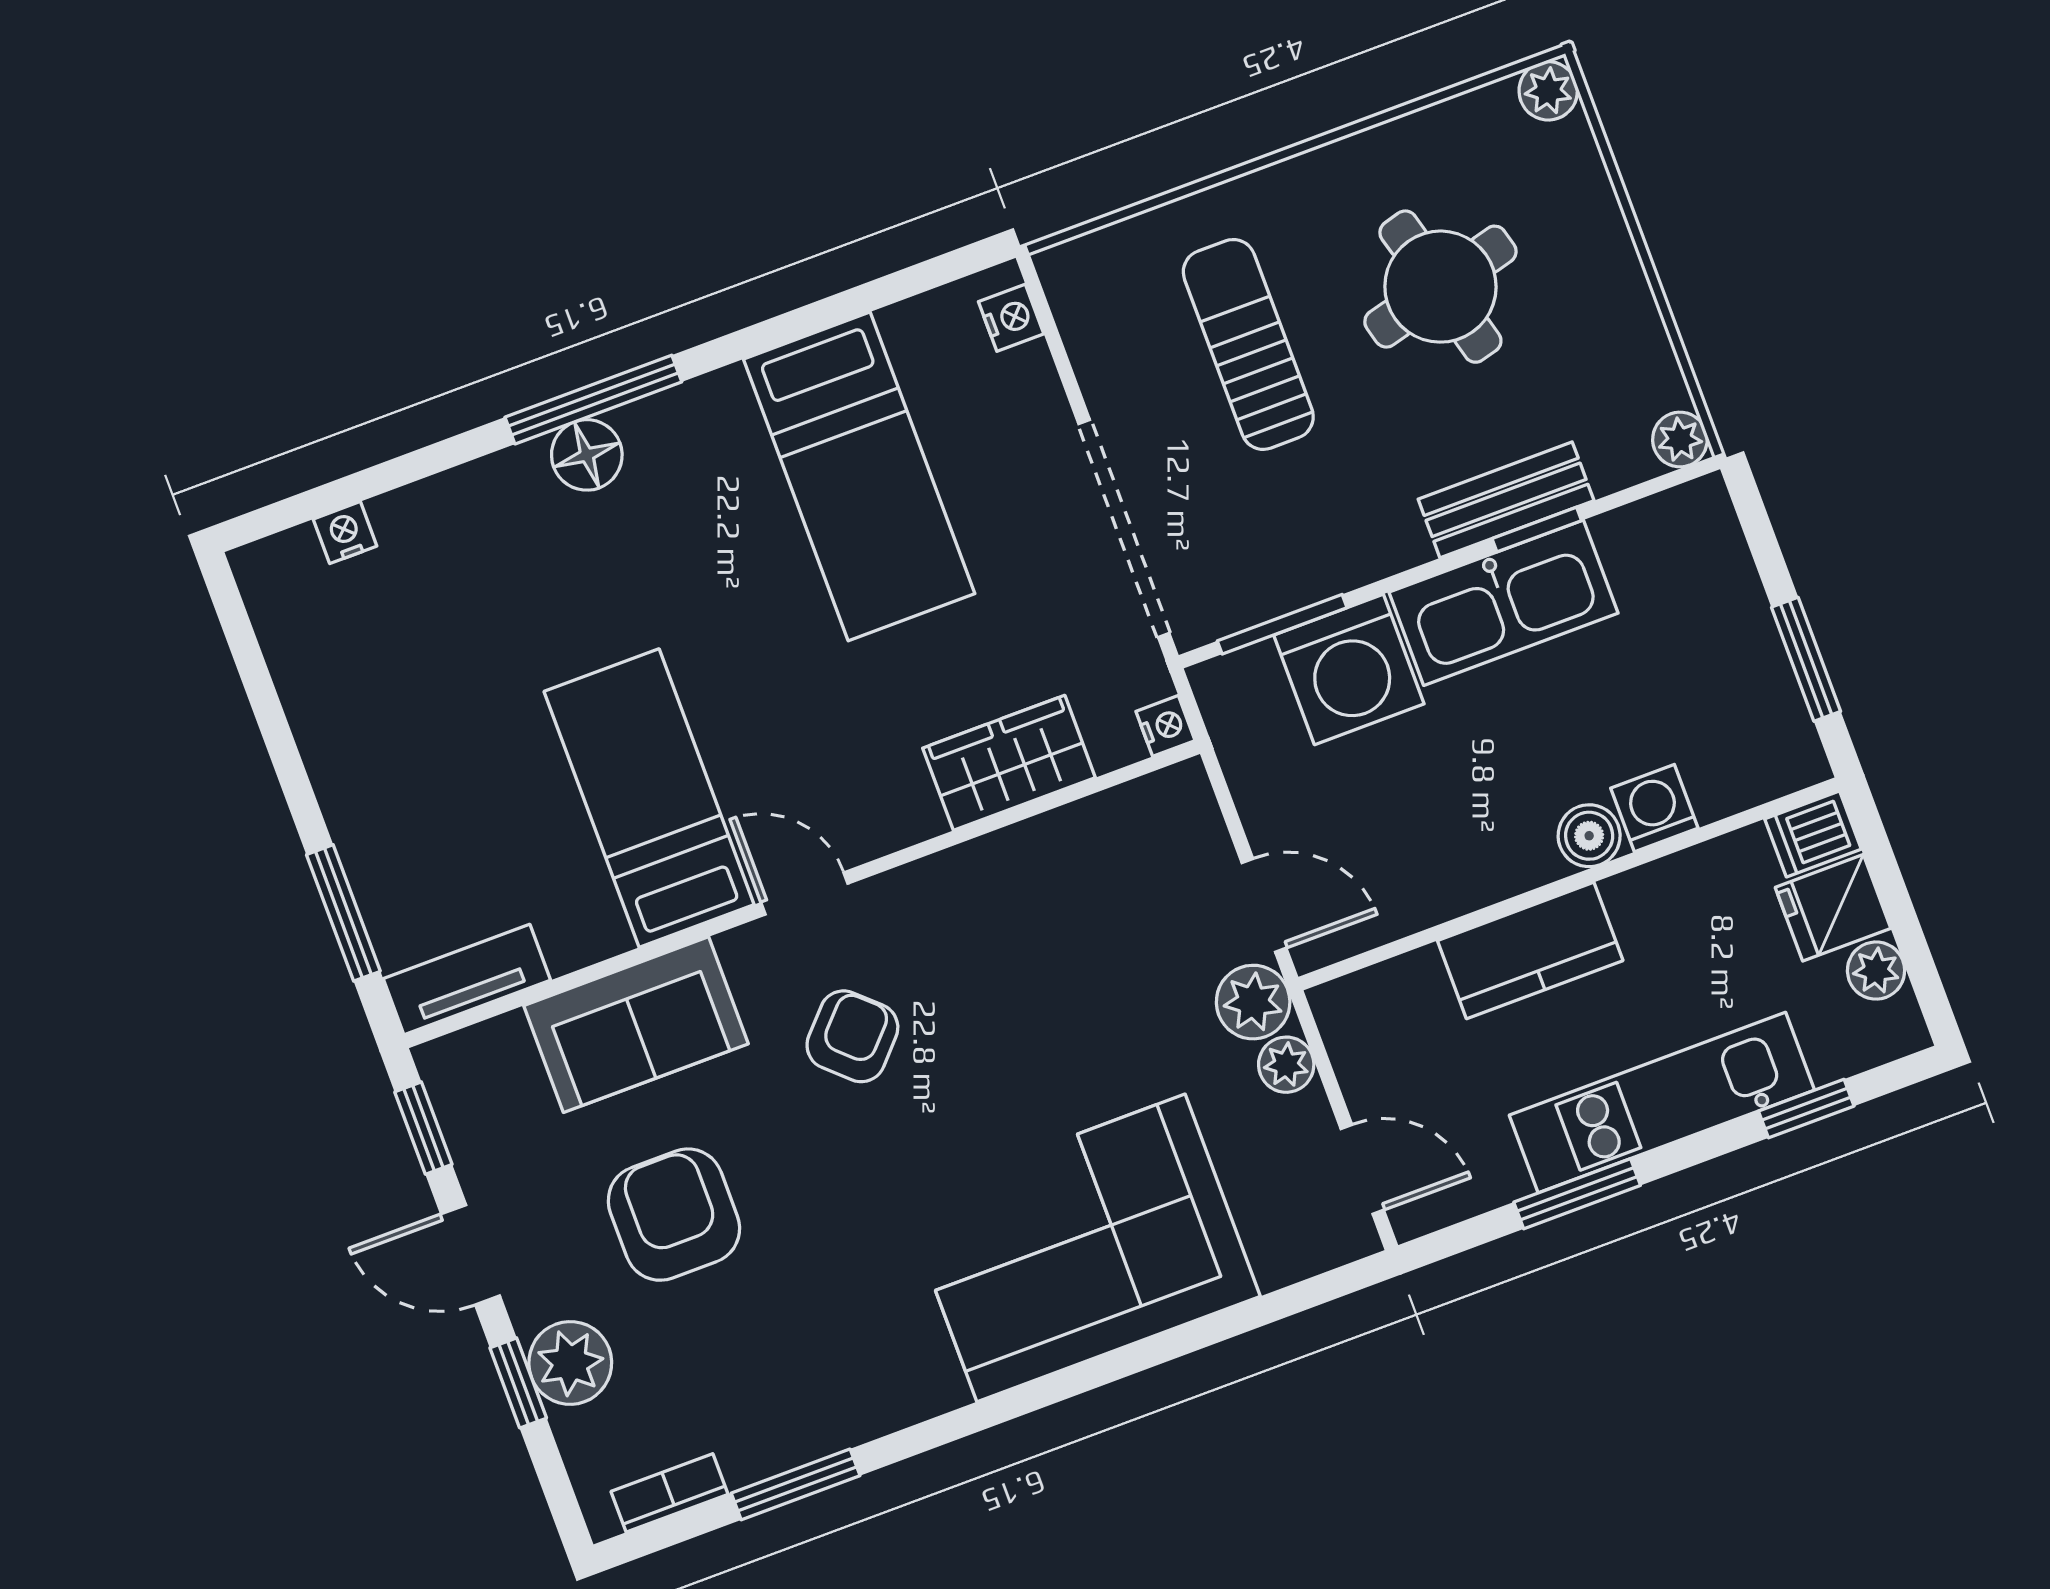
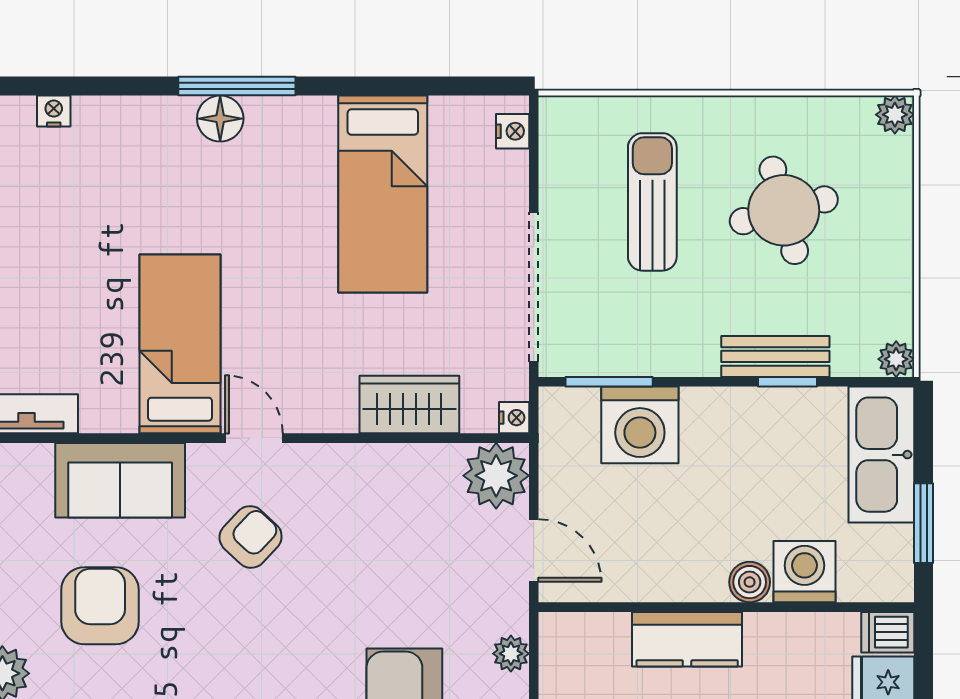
kitchen sink: (1503, 603) -> (881, 455), moved, turned 90
washing machine: (1654, 808) -> (804, 572), width x1.38, depth x1.38
plant: (1253, 1002) -> (496, 476), moved, width x1.36, depth x1.36

